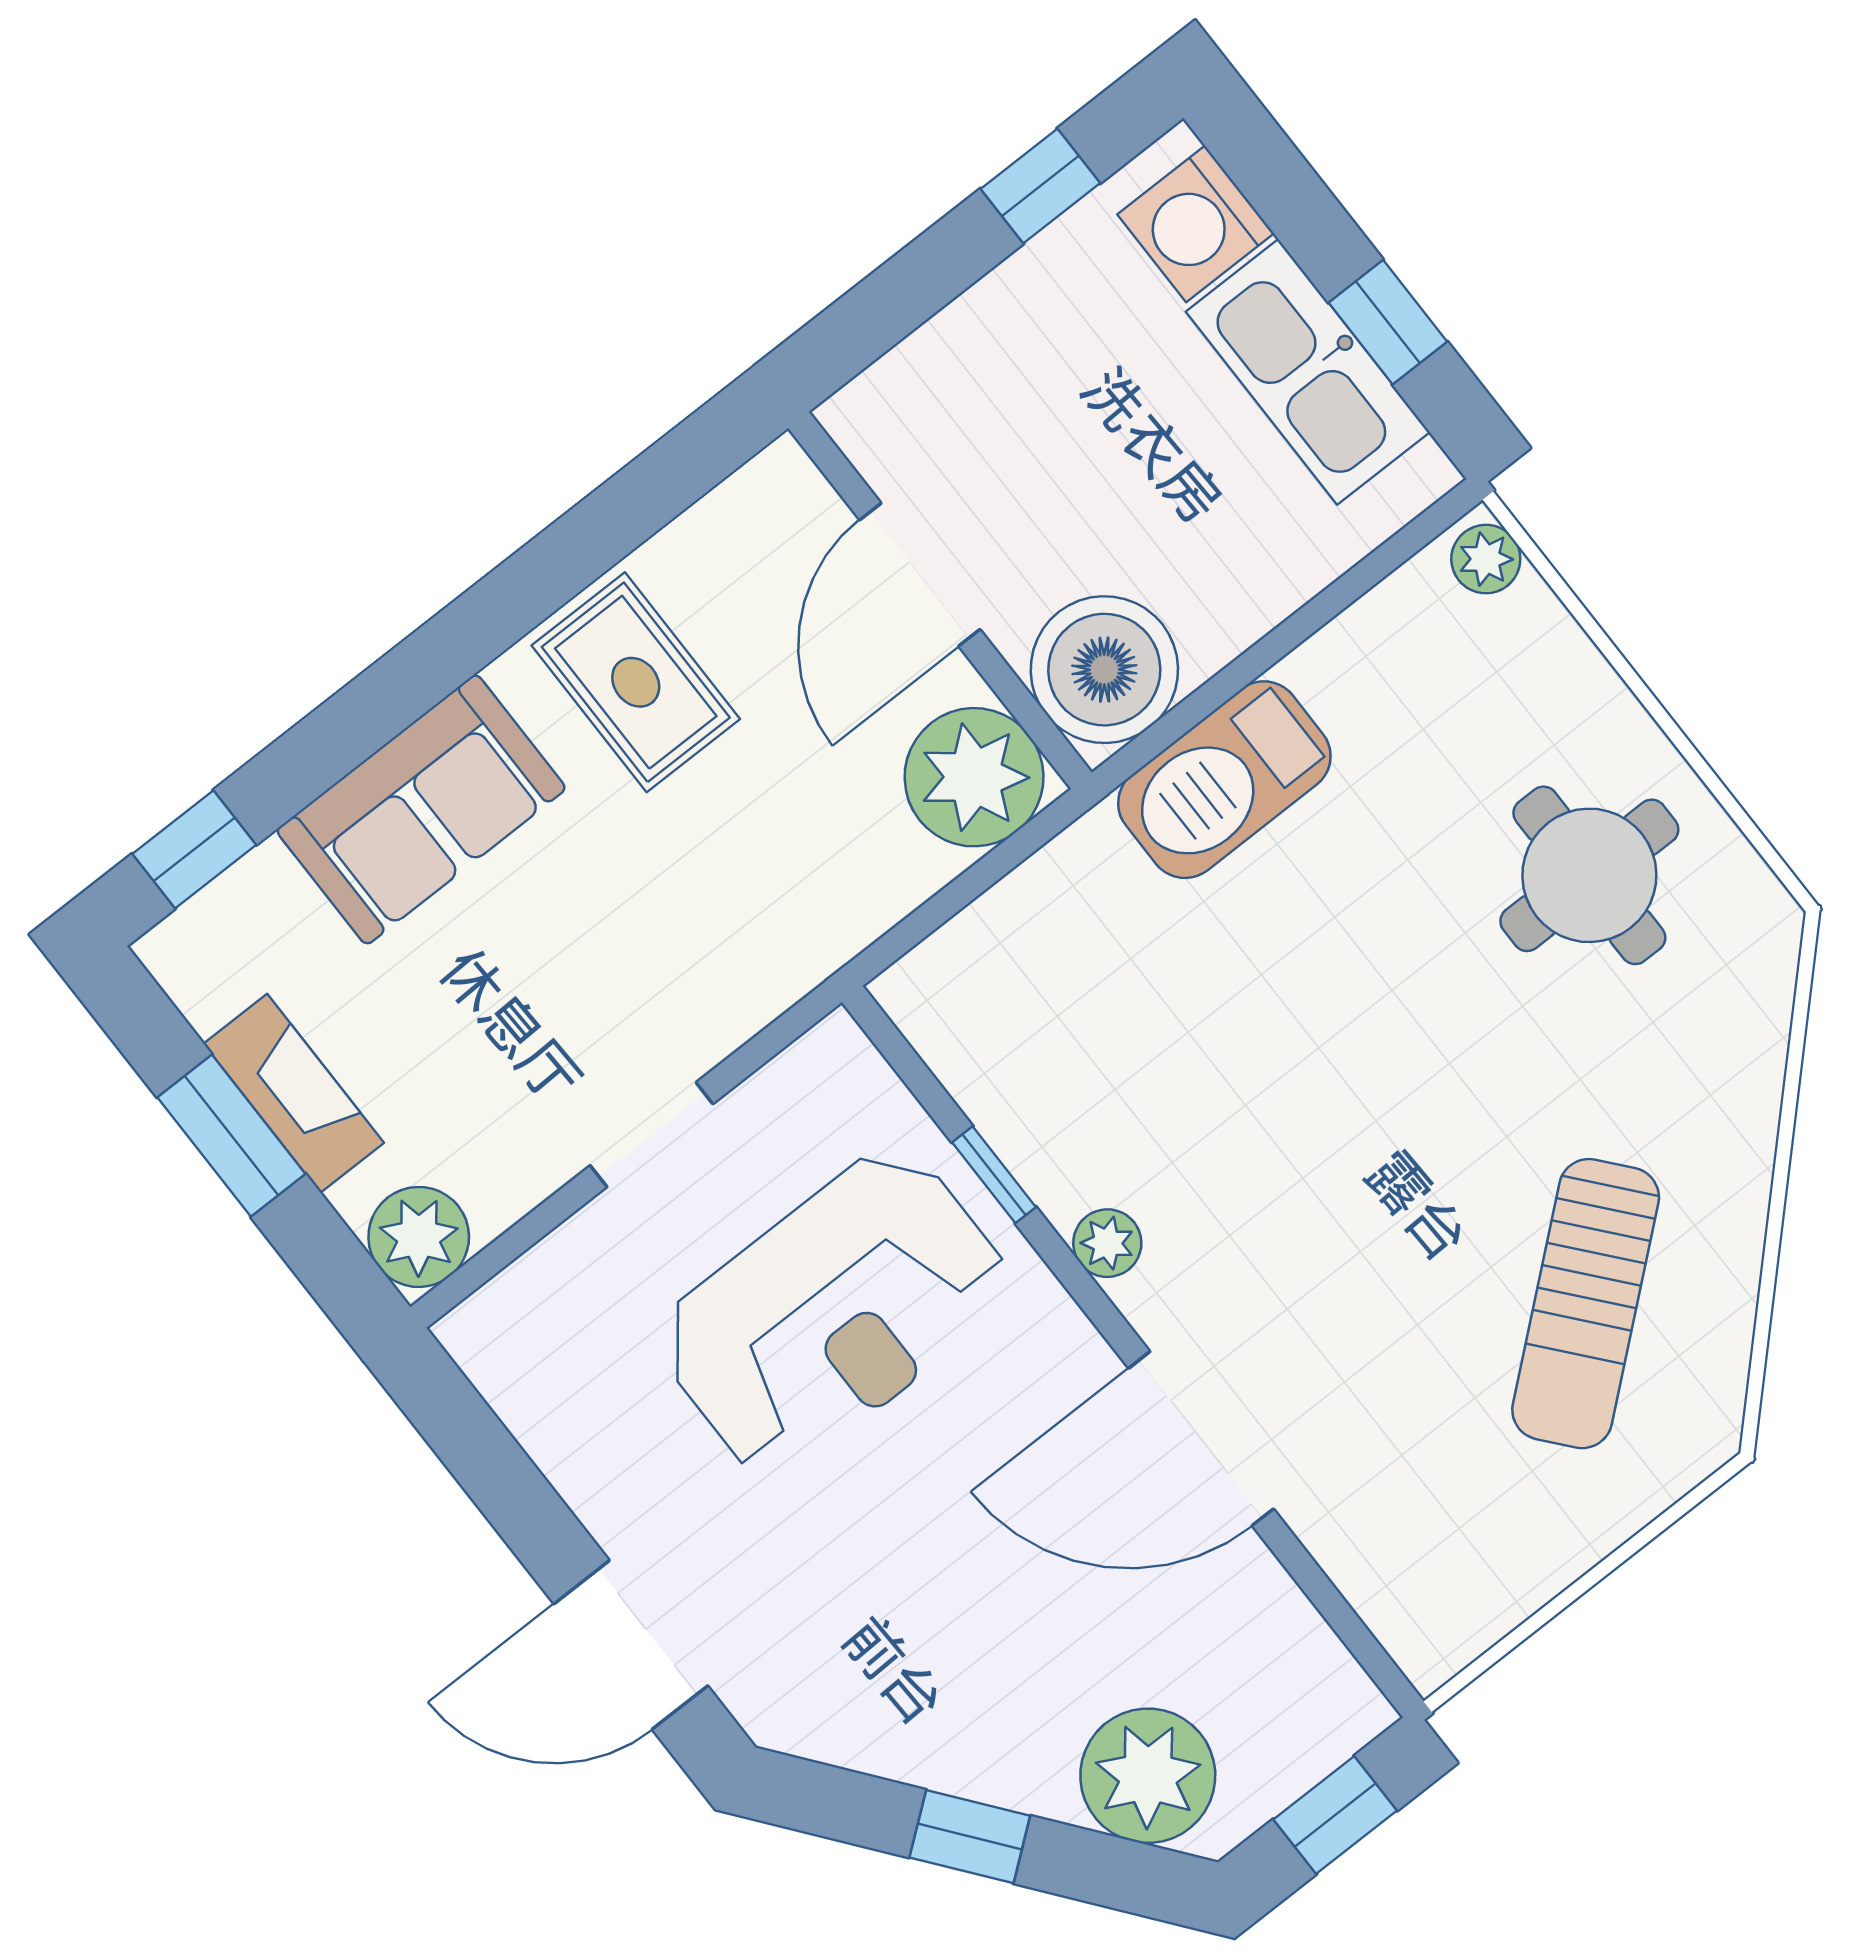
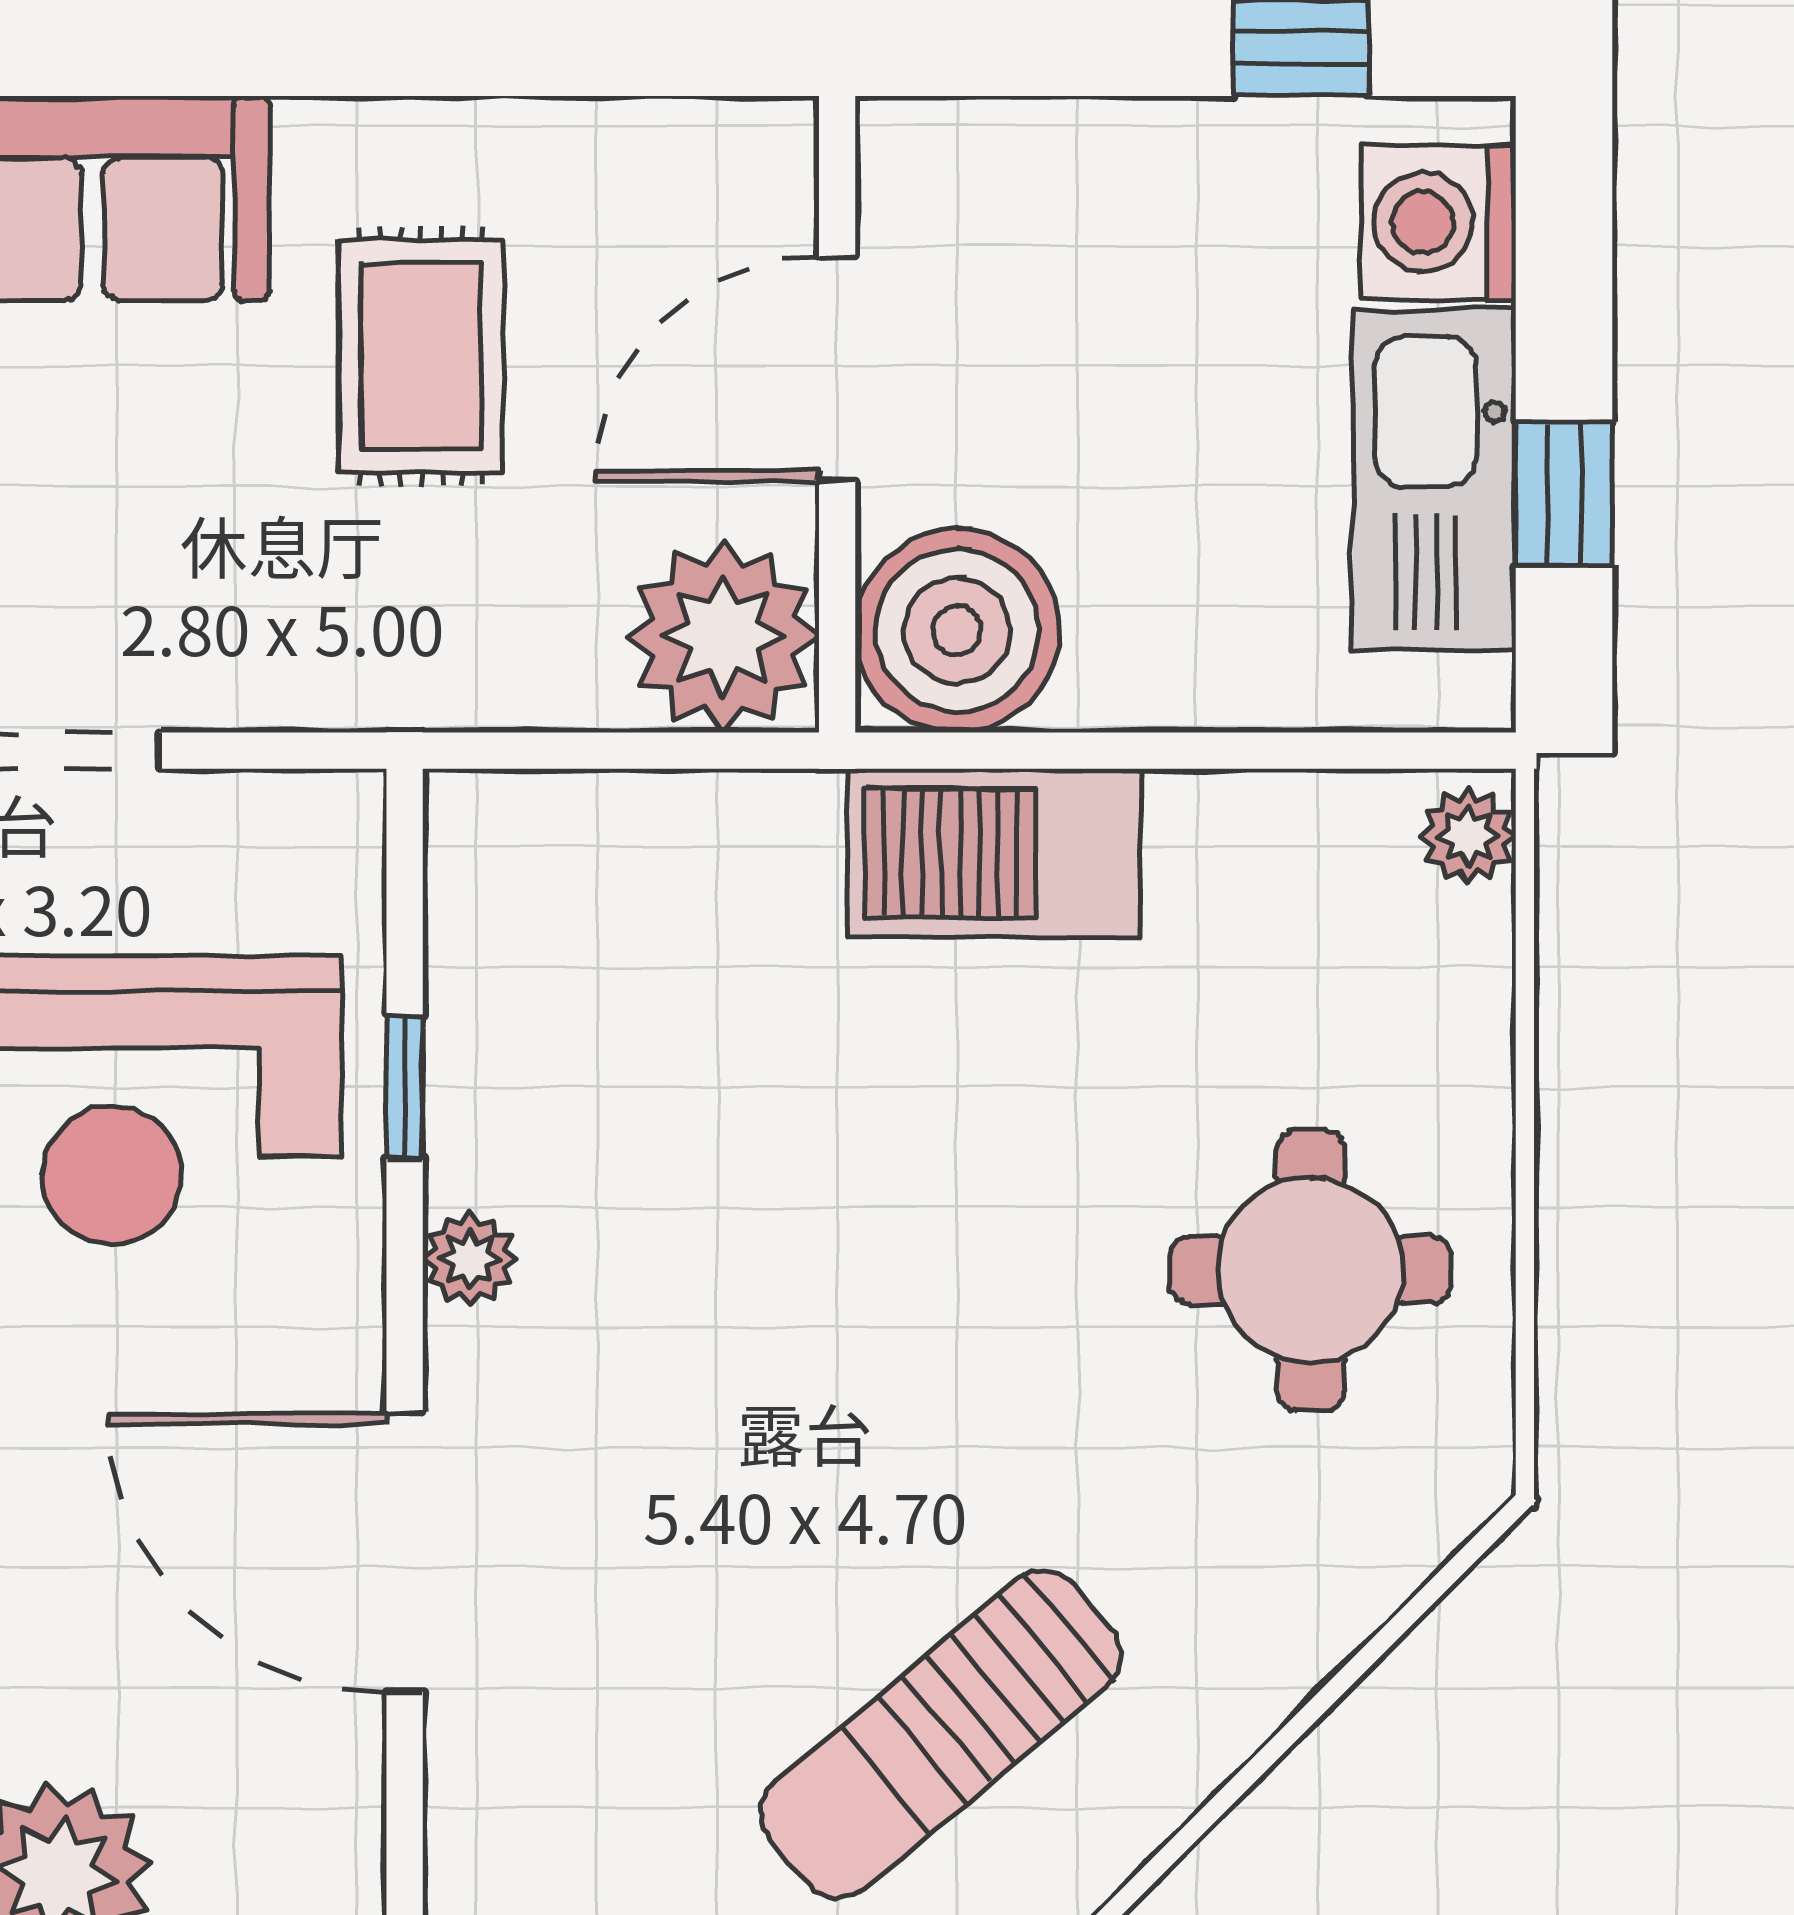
rug: (636, 682) -> (421, 356), moved

